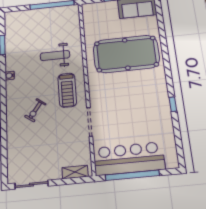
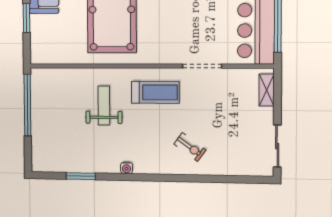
weight bench: (55, 55) -> (104, 106), turned 180
exercise bike: (35, 110) -> (190, 147), moved

